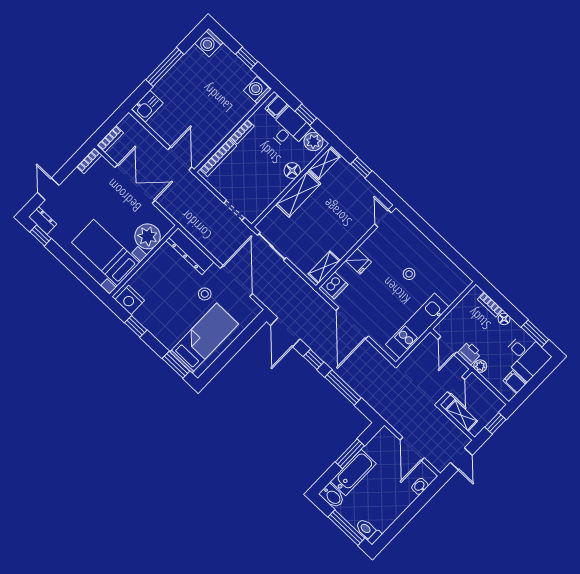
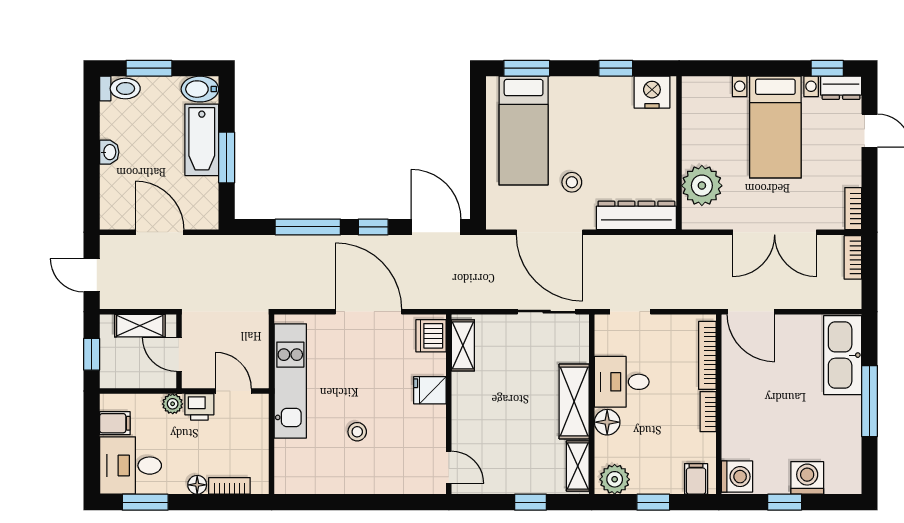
washing machine: (209, 43) -> (807, 478), moved
kitchen sink: (147, 106) -> (843, 355), width x1.88, depth x1.24
desk: (289, 129) -> (622, 382), moved, turned 90
bed with nightstands: (106, 253) -> (775, 127), moved, turned 90
washbasin: (420, 486) -> (109, 152), moved
window: (346, 528) -> (149, 68), width x0.69

